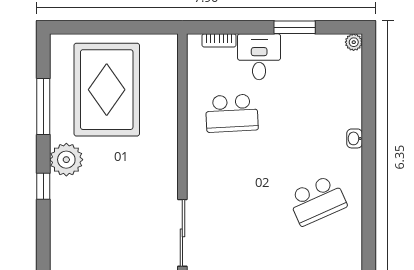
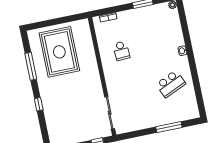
desk: (259, 57) -> (129, 21), removed
school desk: (232, 113) -> (121, 51), width x0.54
plant: (66, 160) -> (47, 89), removed

